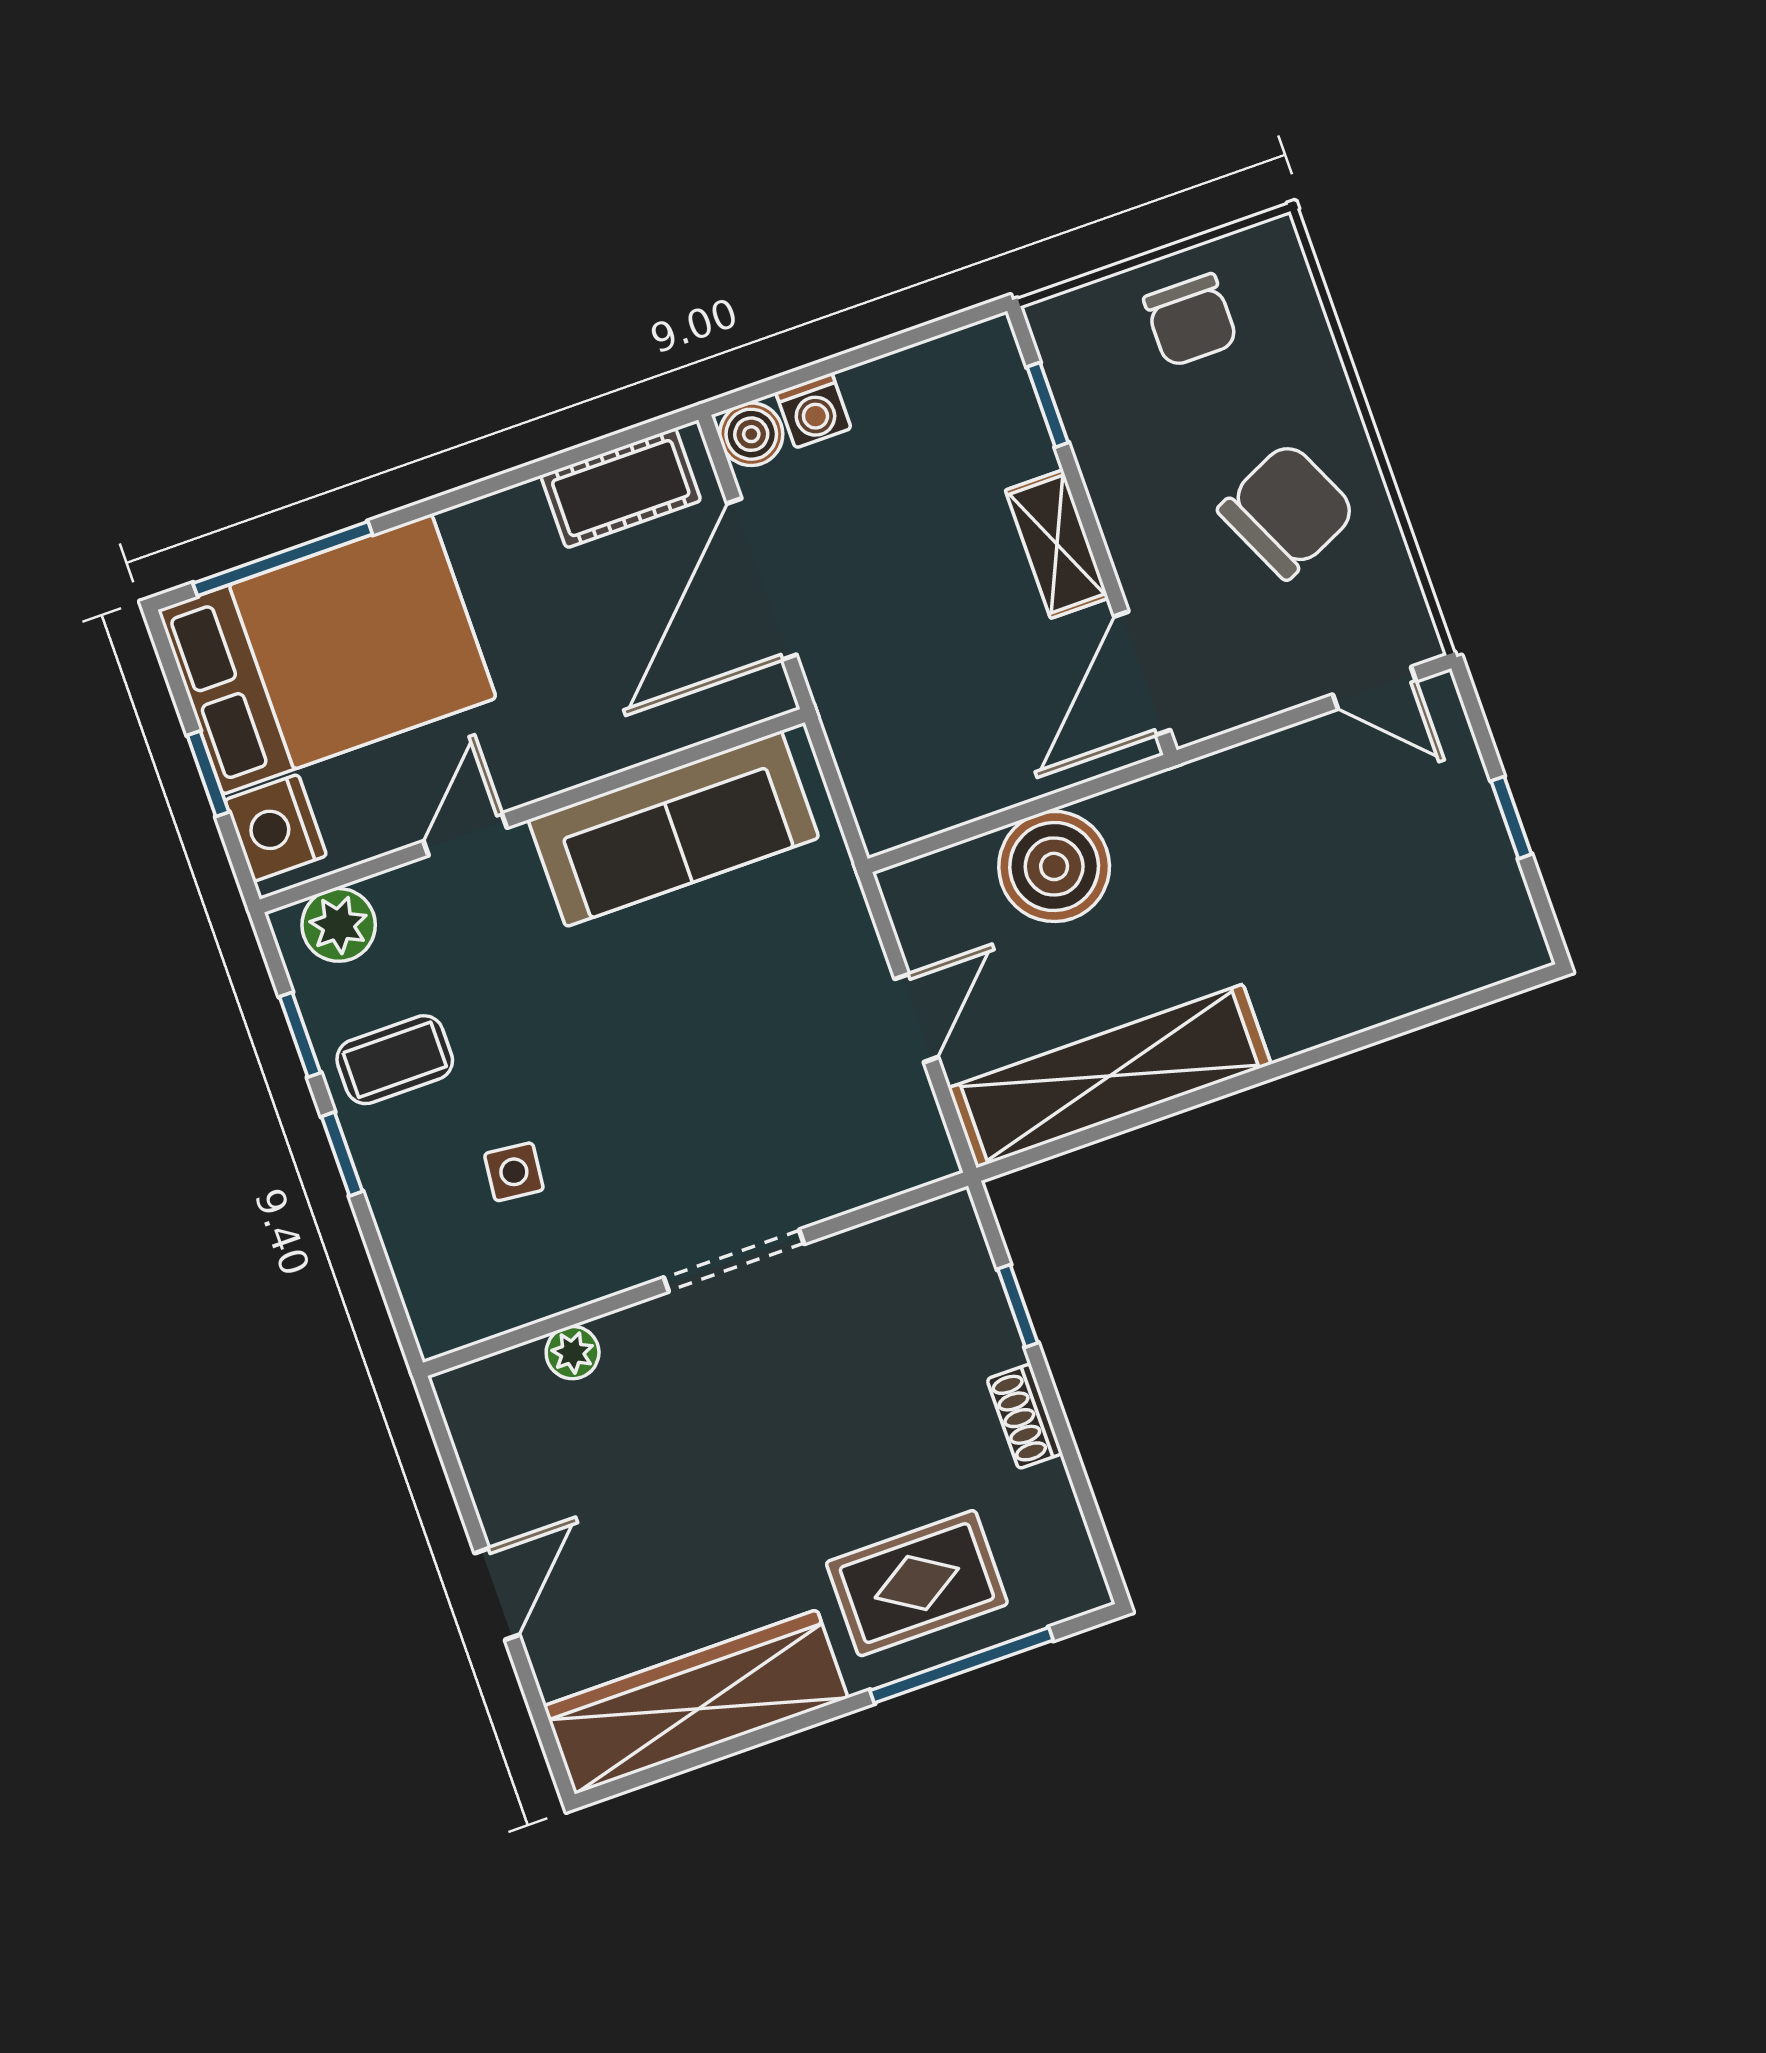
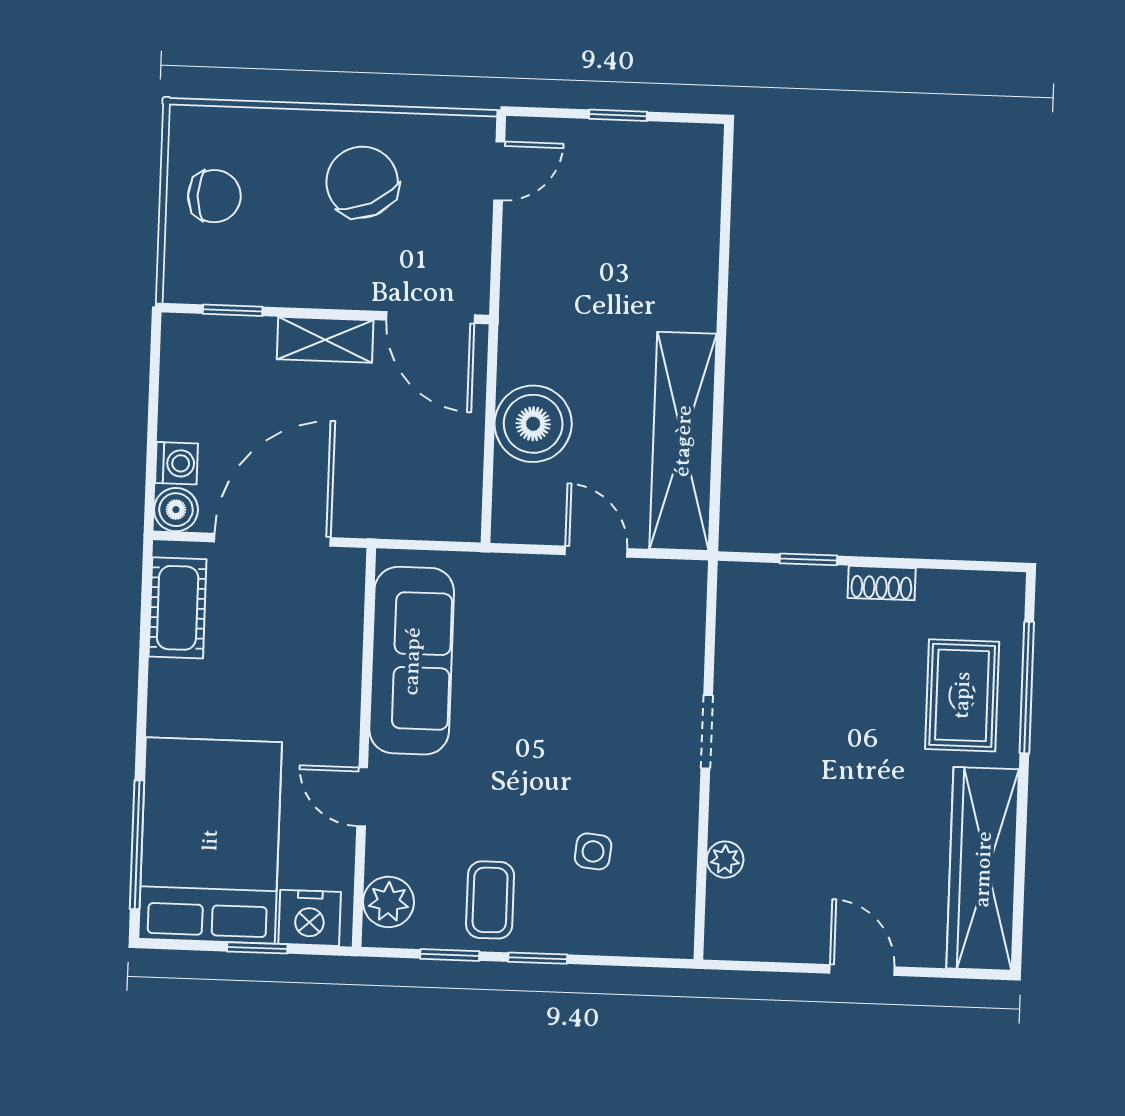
door: (762, 579) -> (272, 540), swing flipped
doorway: (734, 1261) -> (707, 732), width x0.73

